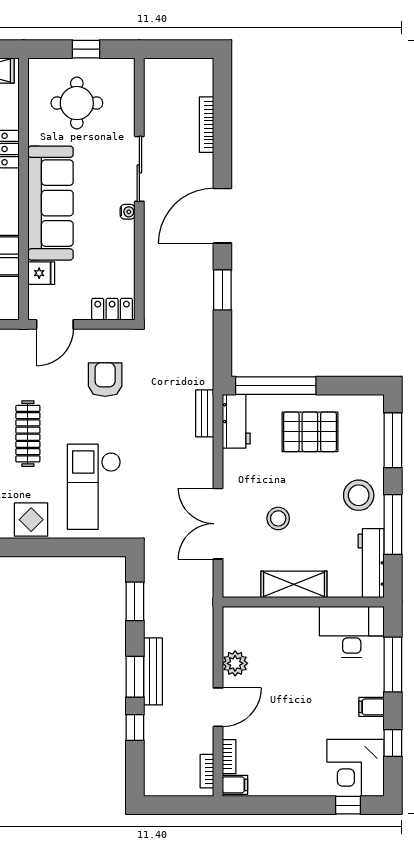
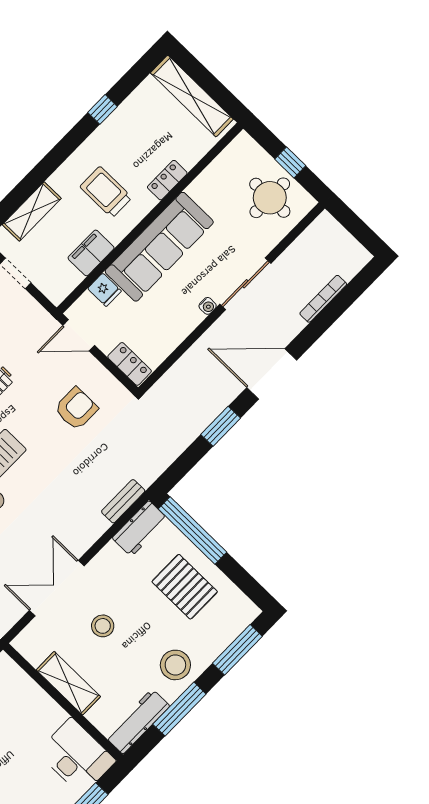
round table: (77, 103) -> (270, 198), moved

